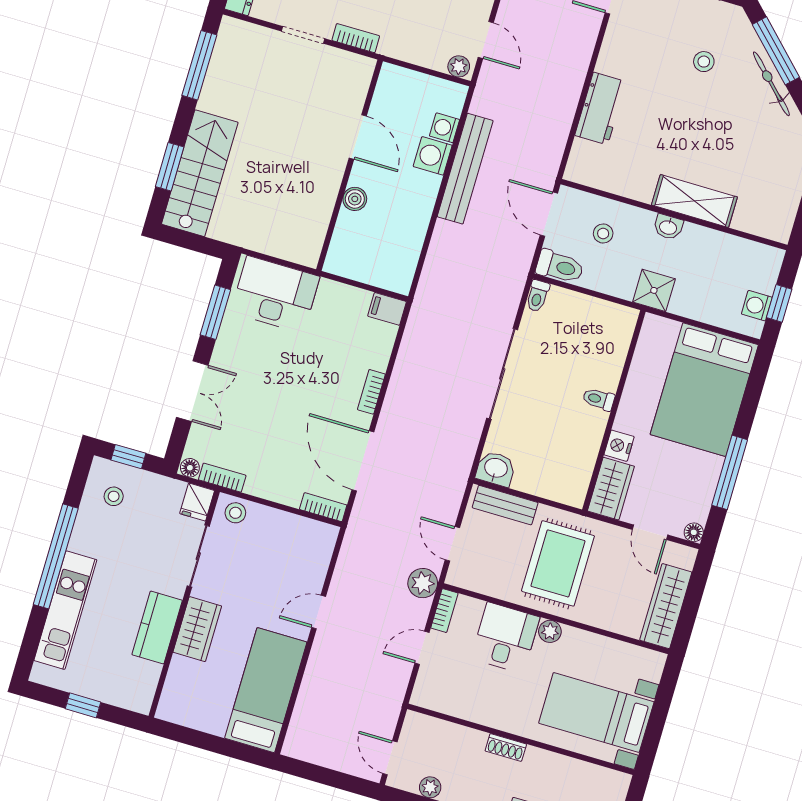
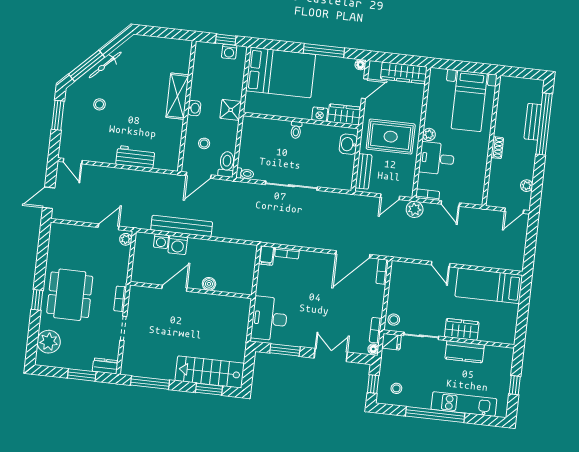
bookcase: (371, 392) -> (287, 253), moved
washbasin: (496, 469) -> (348, 144), moved

